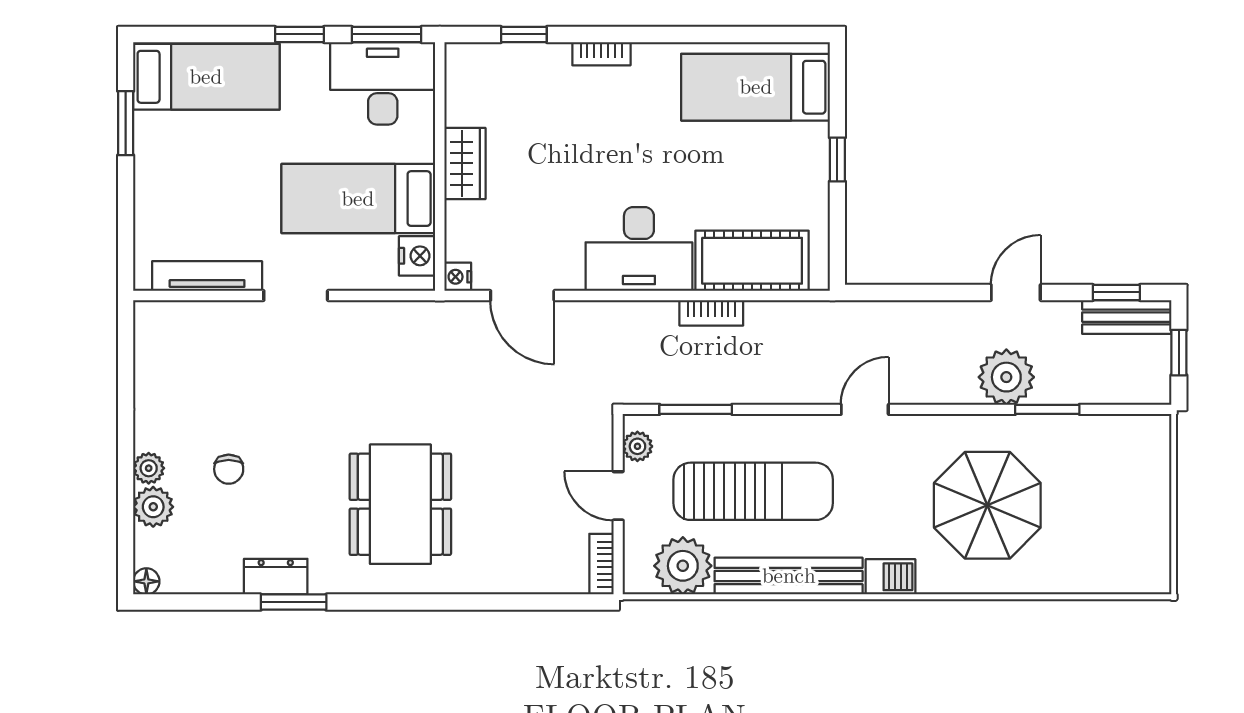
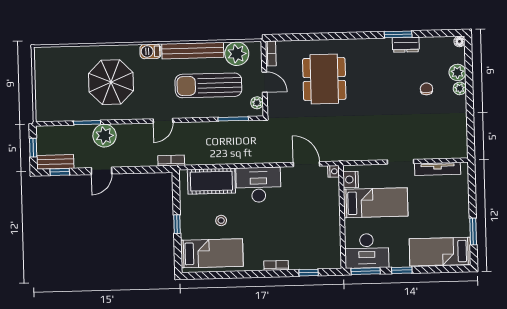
wardrobe: (465, 163) -> (332, 218), removed
stool: (731, 166) -> (221, 220), added
bookcase: (711, 313) -> (171, 161), moved
dining table: (400, 504) -> (324, 79), moved

